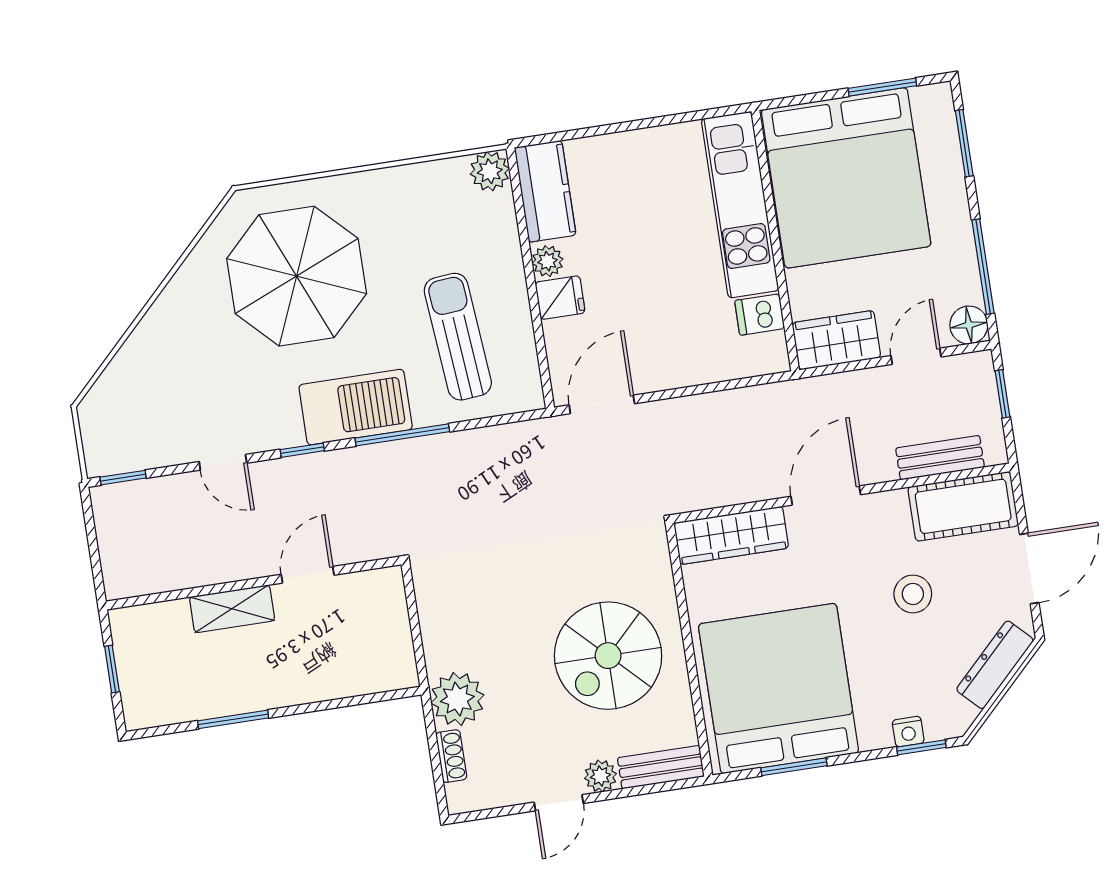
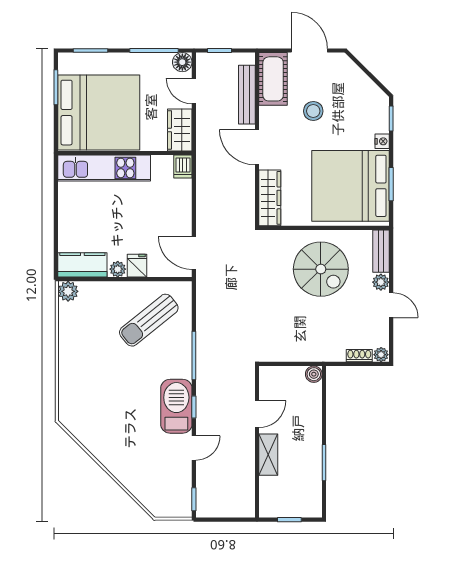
parasol: (297, 276) -> (106, 397), removed
dishwasher: (760, 315) -> (183, 167), moved
sun lounger: (458, 337) -> (149, 320), turned -34
barbecue: (356, 407) -> (176, 406), moved
bench: (940, 458) -> (247, 95), width x1.36
door: (308, 575) -> (257, 414), swing flipped
dresser: (995, 665) -> (355, 75), removed
boiler: (402, 673) -> (314, 374), added
plant: (457, 699) -> (381, 355), moved, width x0.53, depth x0.53
nightstand: (908, 732) -> (382, 141), moved

